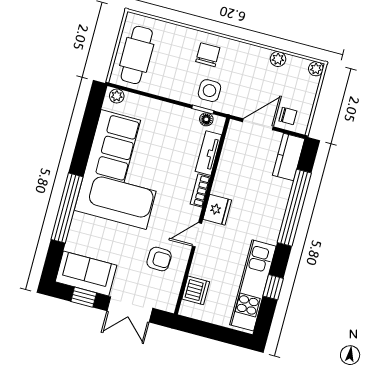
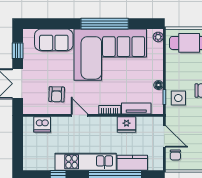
floor lamp: (206, 119) -> (158, 85), moved
kitchen counter: (289, 157) -> (132, 163), moved
window: (67, 208) -> (105, 24), moved
fridge: (217, 210) -> (127, 124), moved
sofa: (86, 273) -> (54, 40), moved, turned 90
kitchen unit: (253, 285) -> (86, 162), moved

